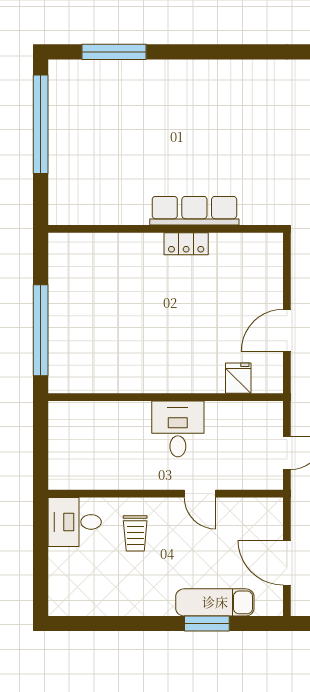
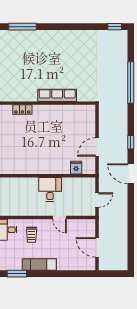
locker: (186, 244) -> (22, 110), moved
exam couch: (215, 602) -> (39, 264), moved
window: (207, 624) -> (17, 274), moved

